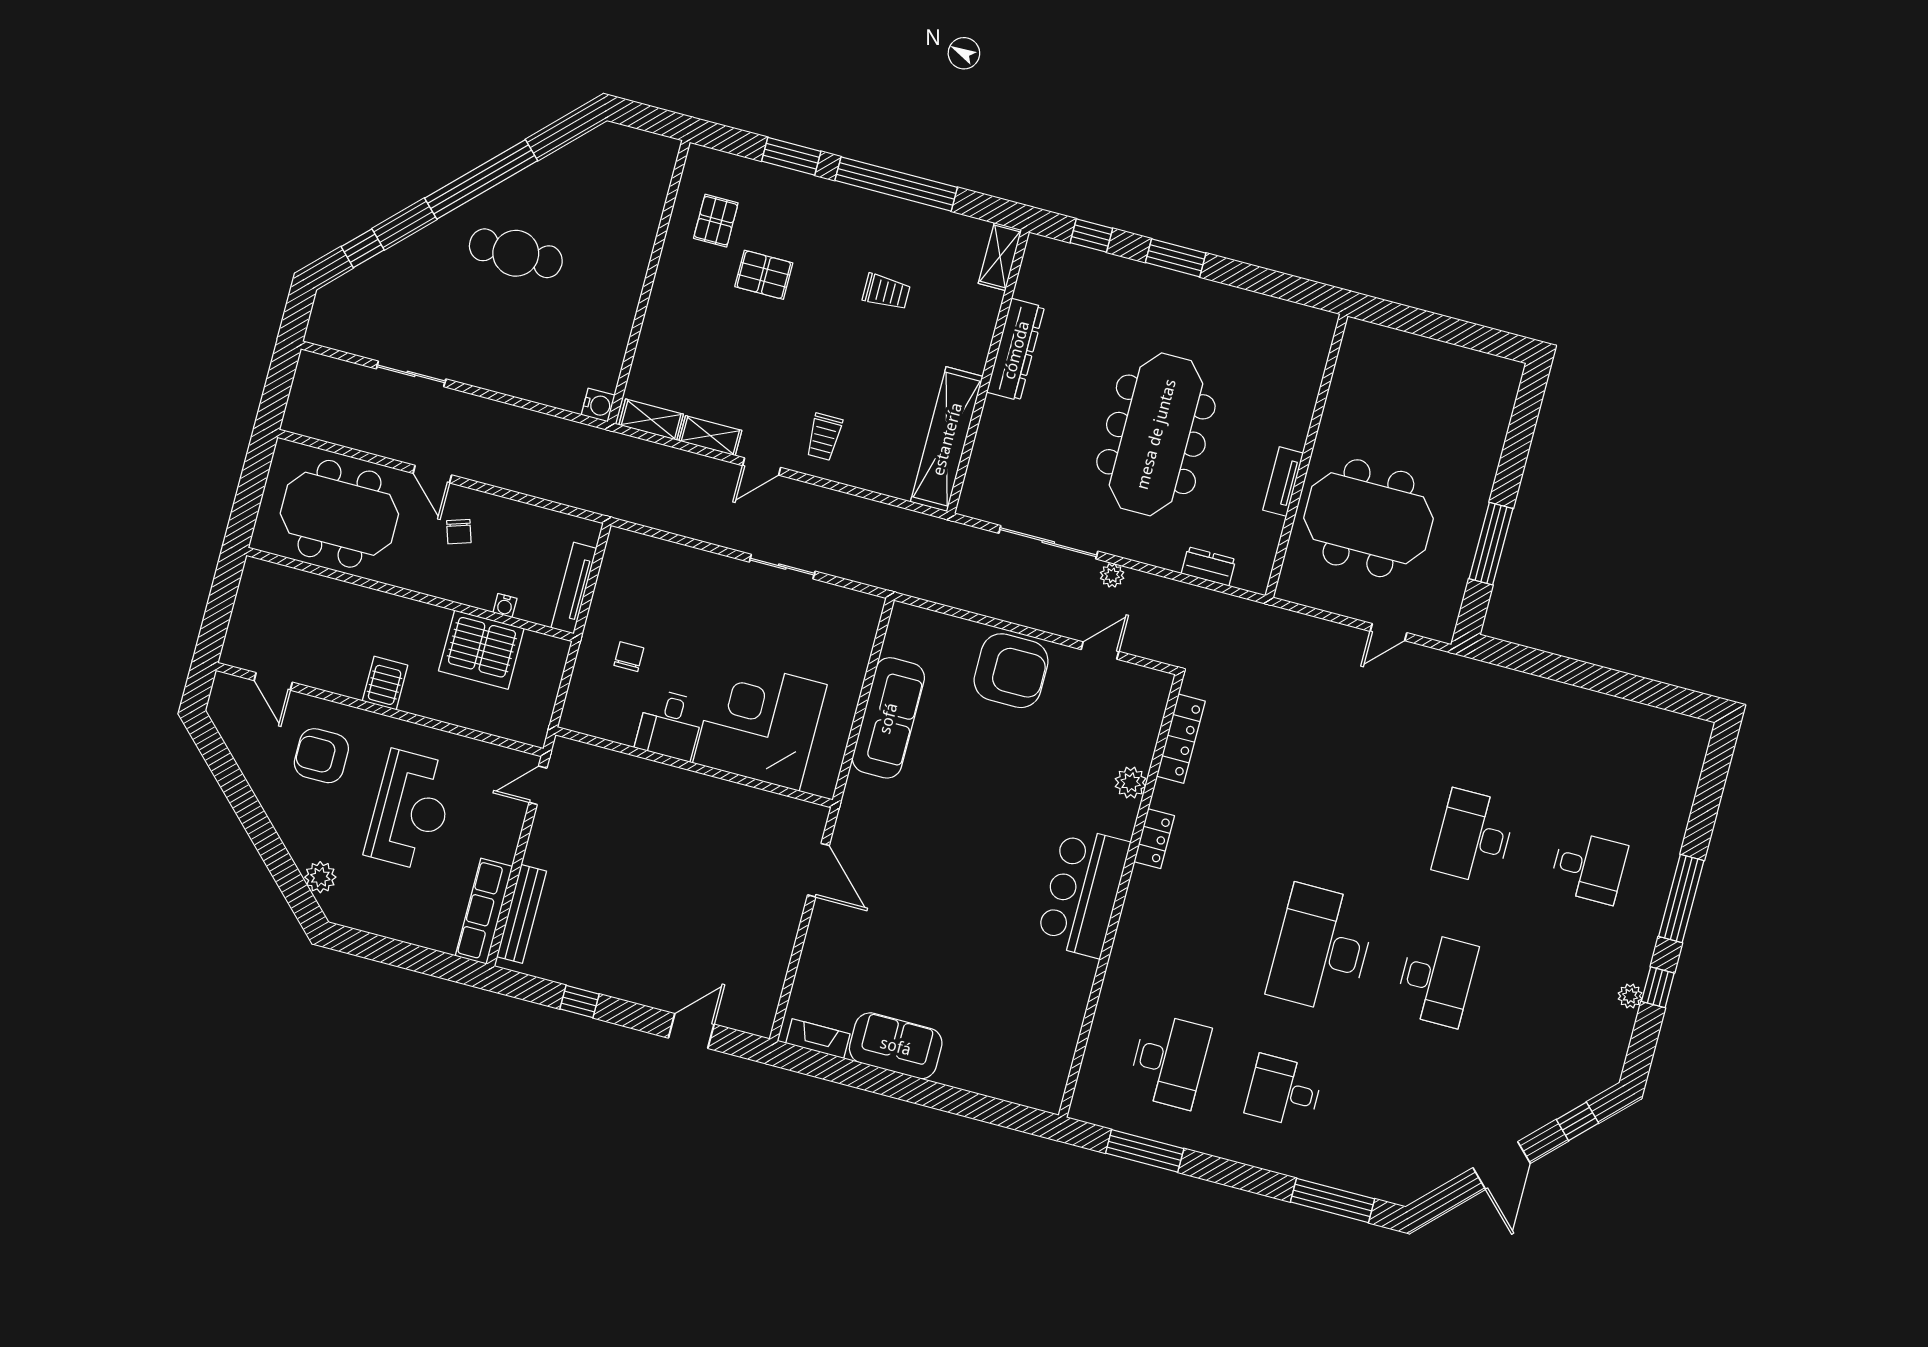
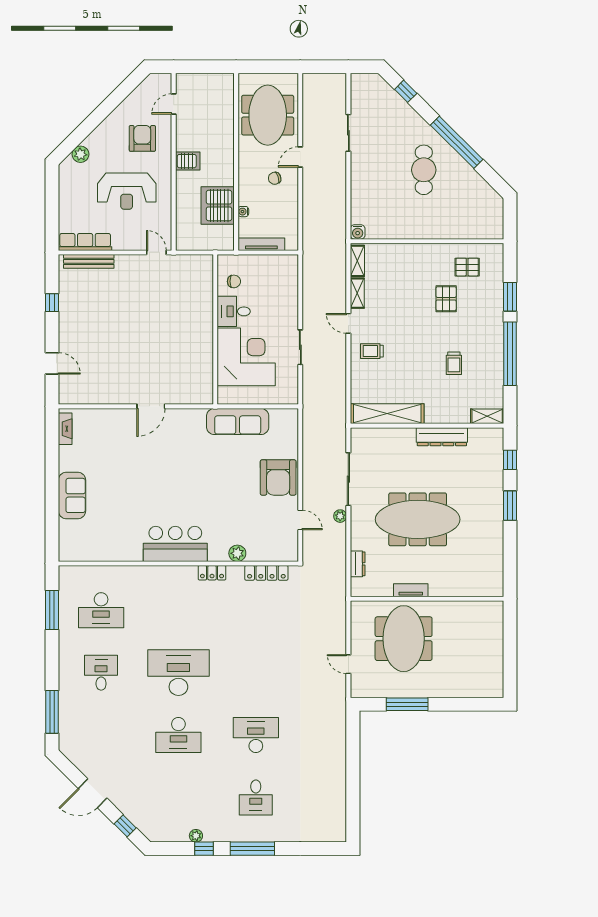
corner desk: (760, 724) -> (246, 357), moved
desk: (670, 725) -> (234, 311), moved
wall: (694, 767) -> (215, 329), moved
sofa: (896, 1046) -> (72, 495), moved

